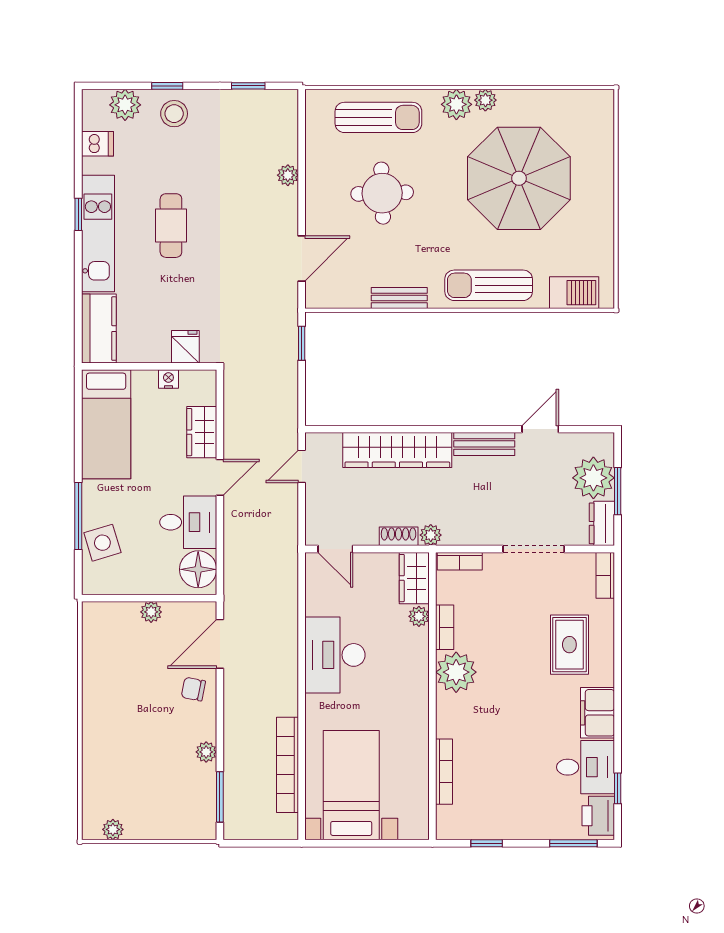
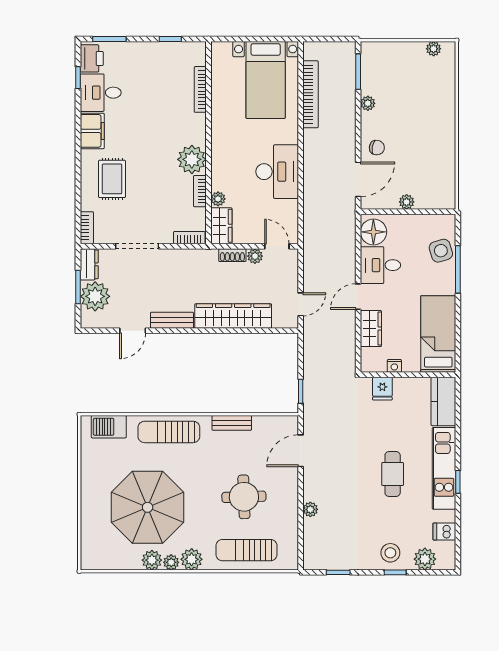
plant: (513, 103) -> (152, 560), added
sun lounger: (489, 285) -> (169, 432), turned 180
plant: (431, 535) -> (255, 256), moved

